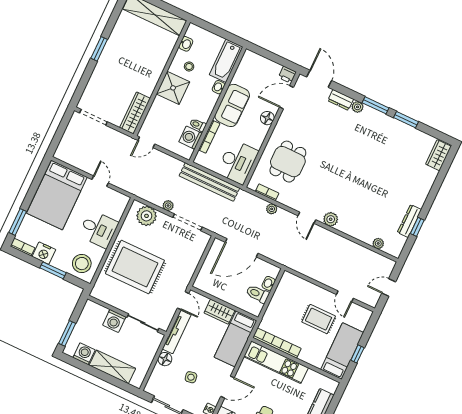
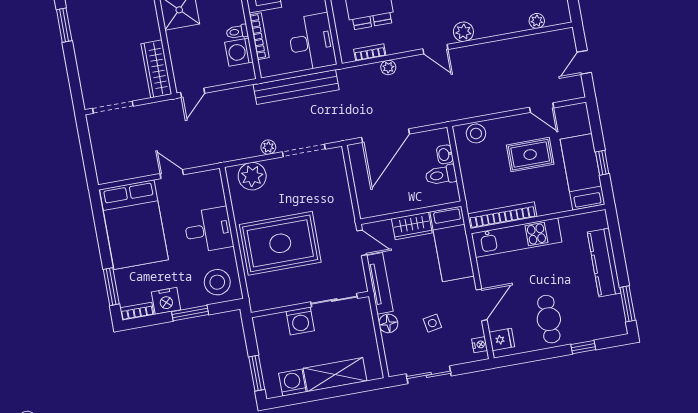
stool: (296, 284) -> (476, 133), added

